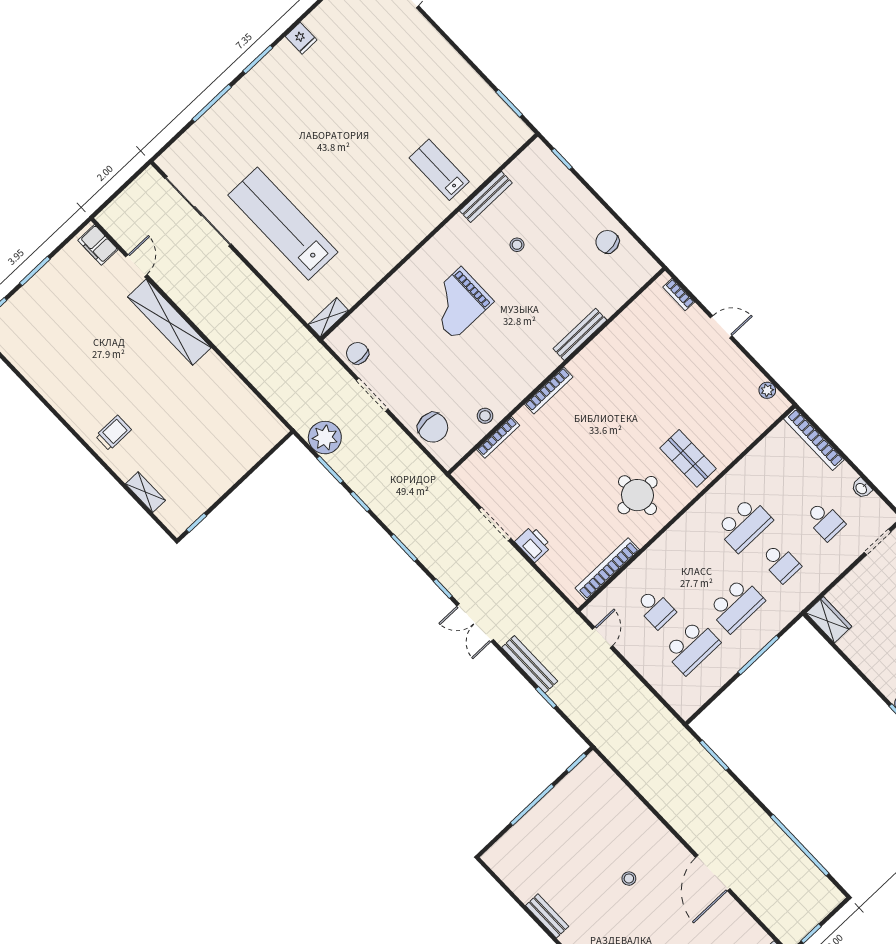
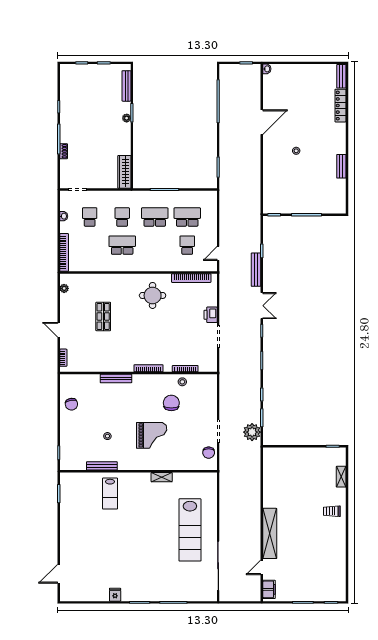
shelving: (328, 317) -> (162, 477), moved
chair: (433, 427) -> (171, 403), moved
shop shelf: (688, 458) -> (103, 316), moved
wardrobe: (829, 620) -> (124, 172), width x1.50

